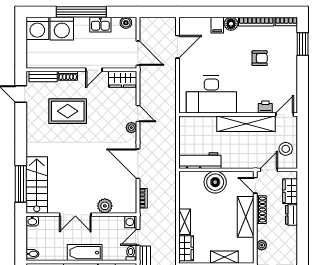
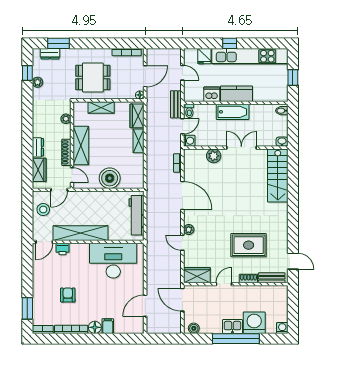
kitchen sink: (100, 25) -> (232, 327), moved
washing machine: (37, 28) -> (282, 328), width x0.53, depth x0.53
armchair: (260, 58) -> (68, 295), turned 90
workbench: (200, 161) -> (136, 215), moved, turned 90
window: (21, 184) -> (293, 177), removed

